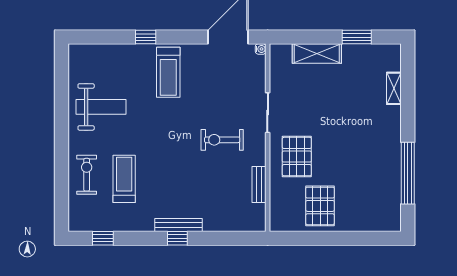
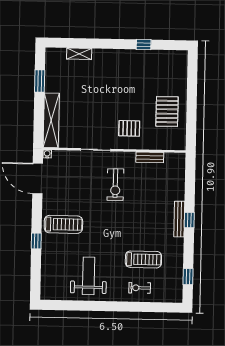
shelving: (317, 53) -> (51, 120), width x1.47
pallet: (297, 157) -> (129, 128), width x0.67, depth x0.71
window: (408, 173) -> (144, 45), width x0.32
exercise bike: (87, 175) -> (140, 288), width x0.73, depth x0.72
treadmill: (124, 179) -> (143, 259), turned 180
pallet: (320, 206) -> (167, 112), turned 90

